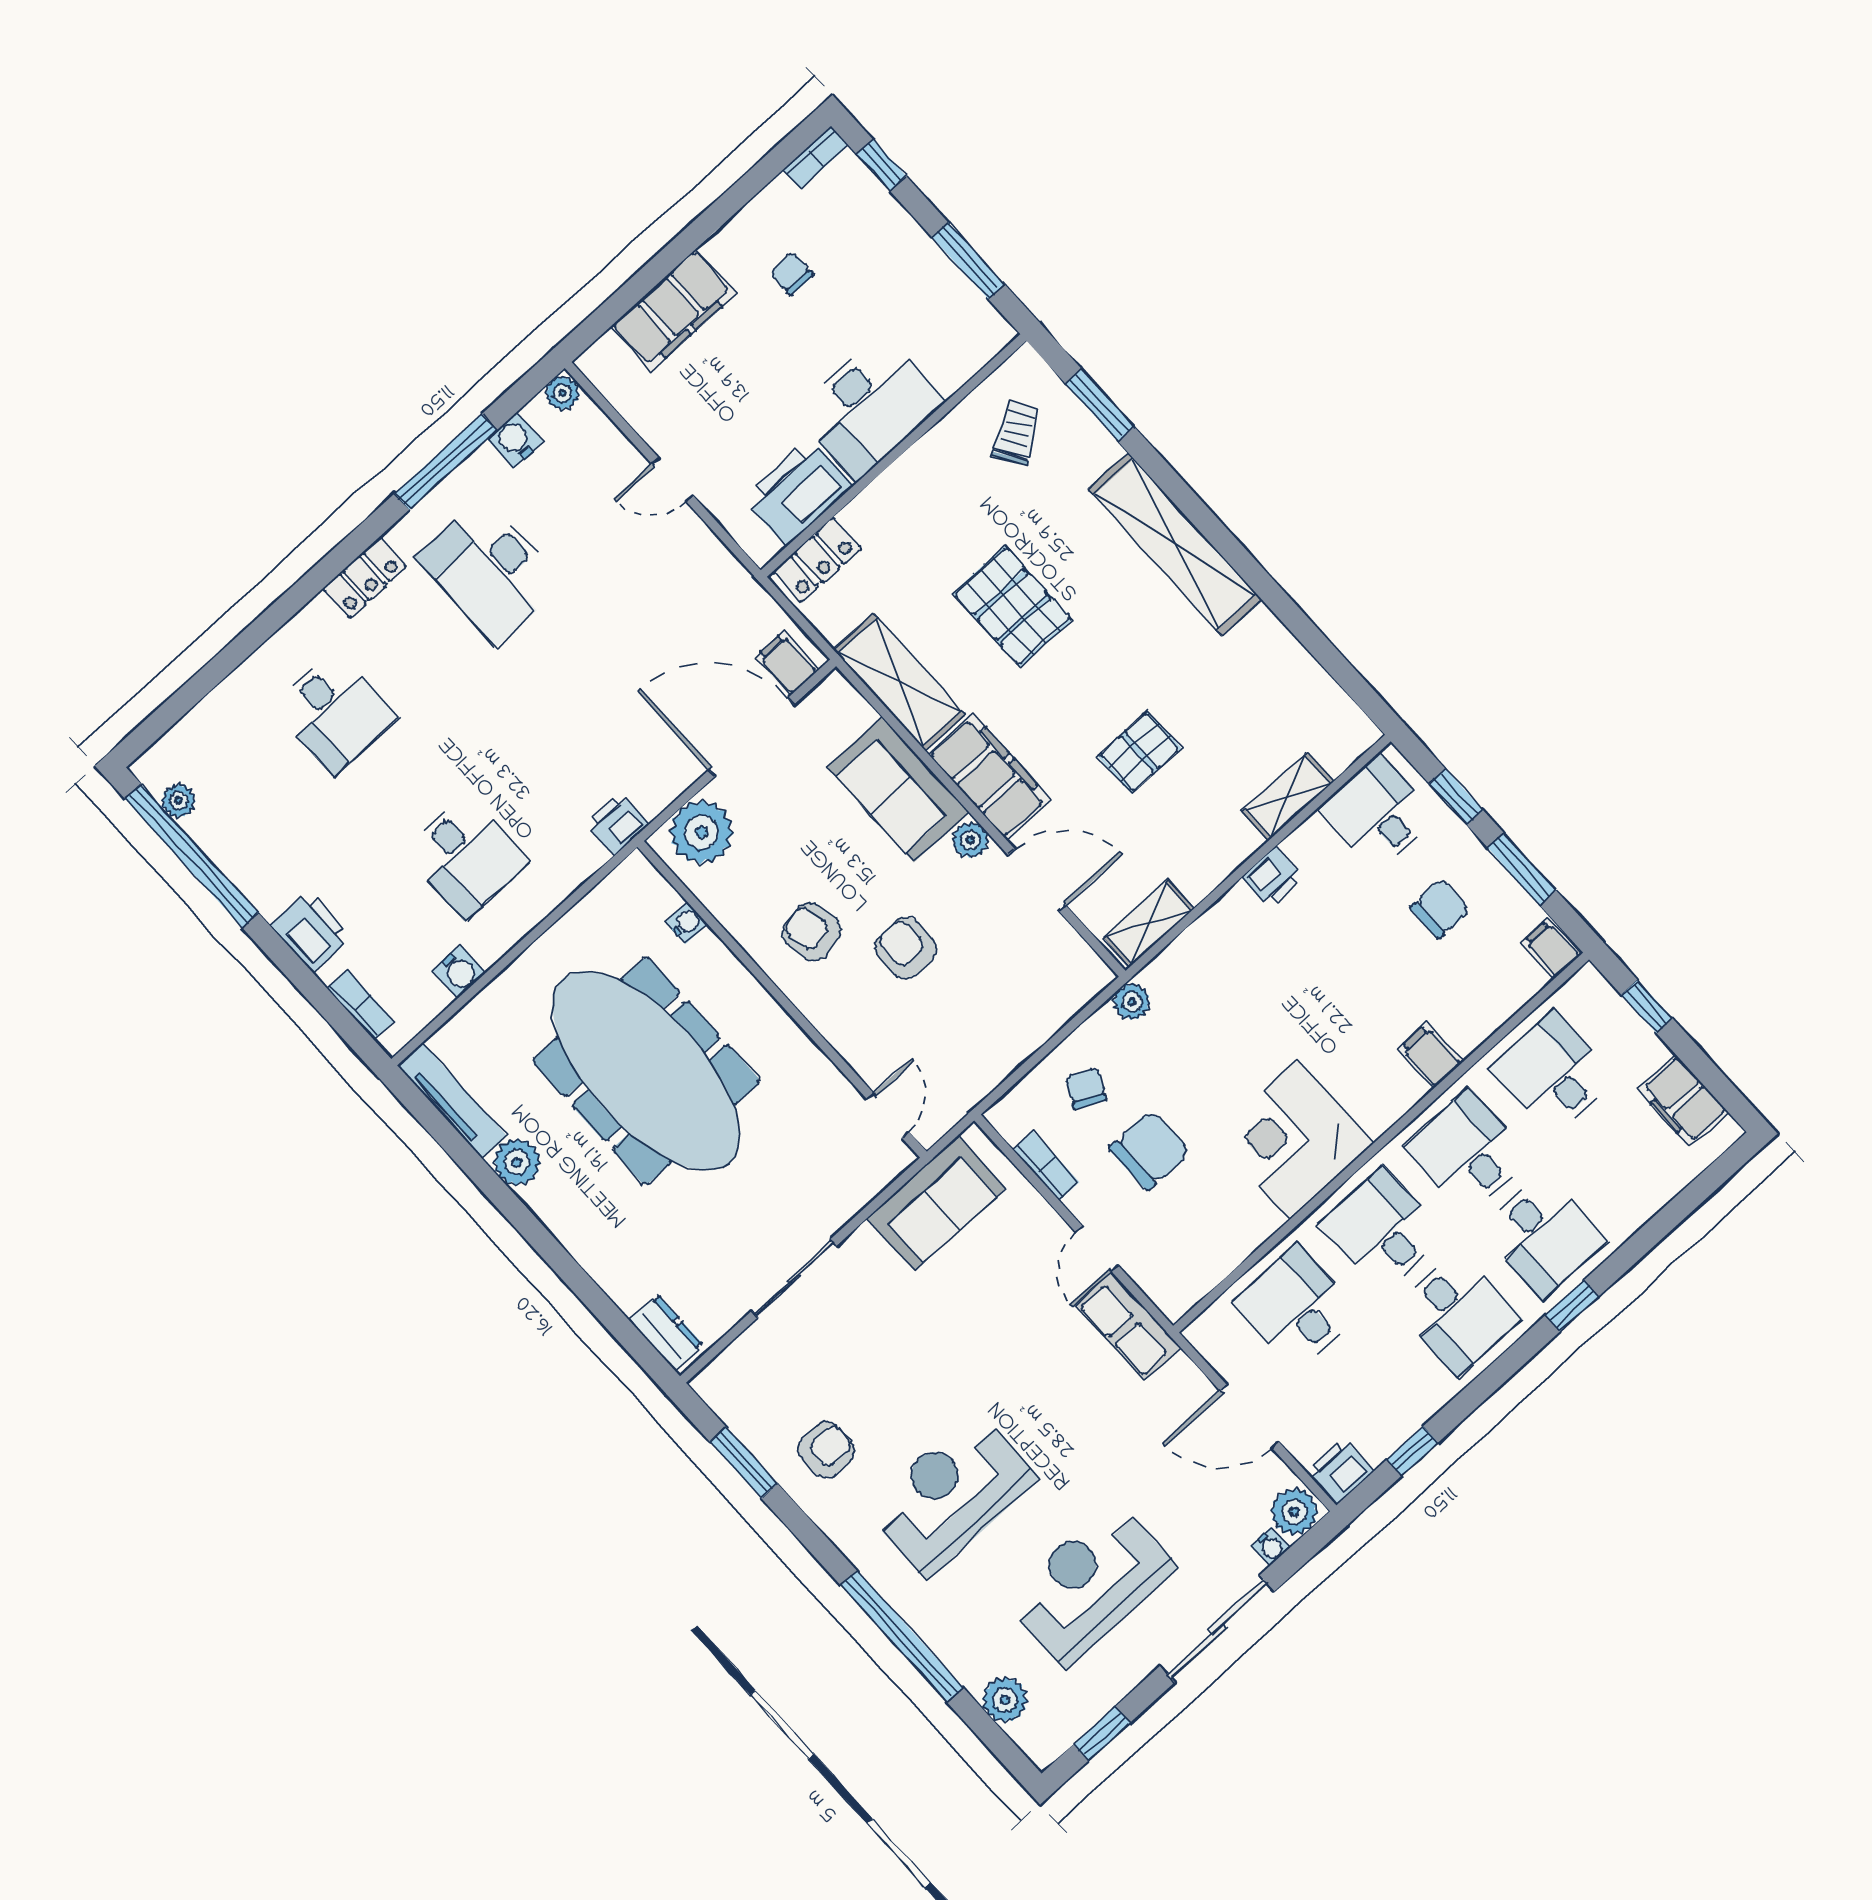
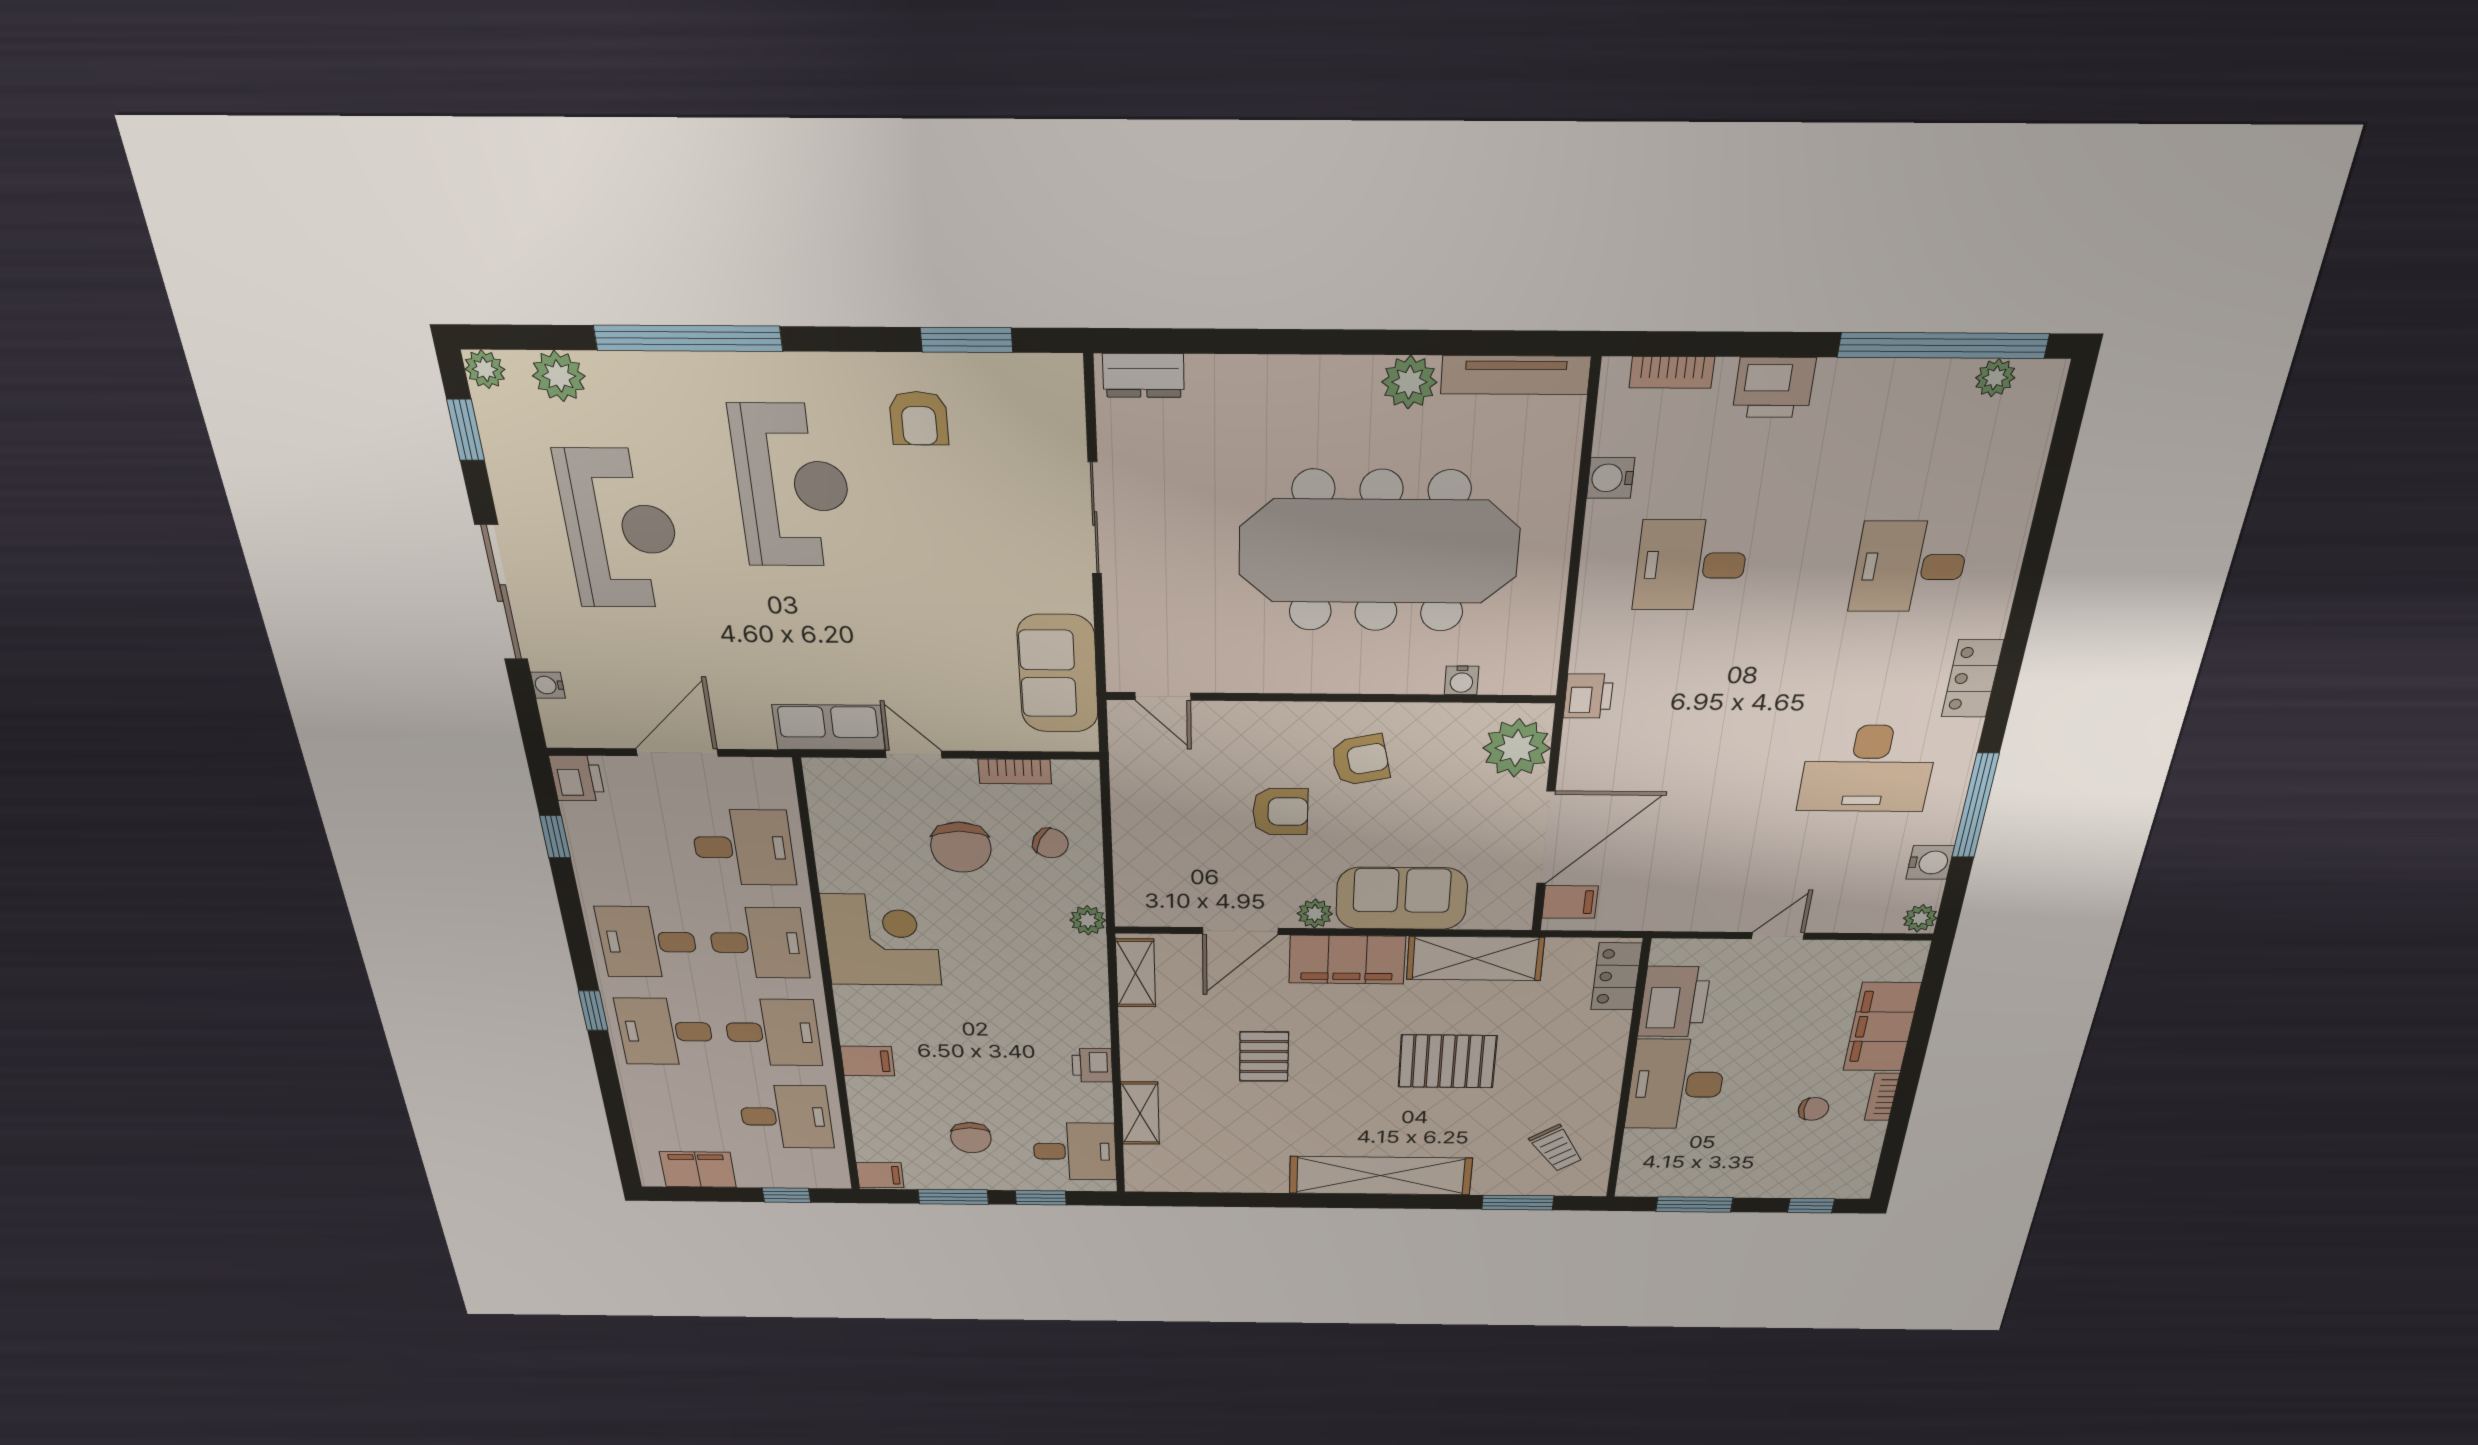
bookcase: (816, 157) -> (1882, 1097), moved
desk: (490, 571) -> (1868, 769), turned 180
plant: (1294, 1512) -> (485, 369), moved, width x0.73, depth x0.73

